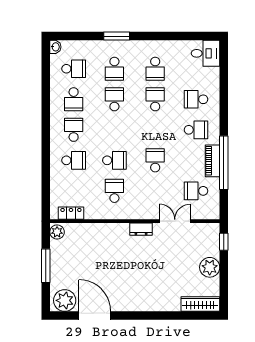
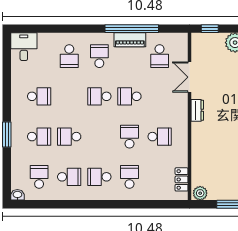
school desk: (155, 99) -> (99, 96), moved
school desk: (114, 191) -> (160, 137), turned 180

